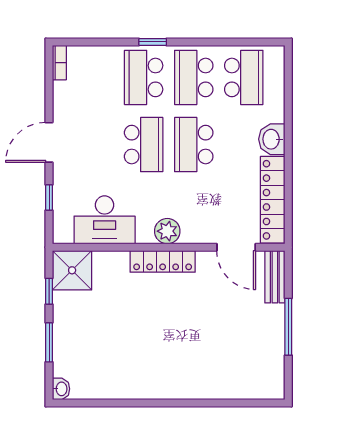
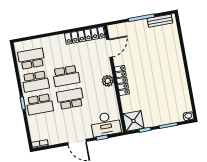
washbasin: (272, 139) -> (57, 41), removed
desk: (105, 220) -> (106, 124), moved, turned 90
bench: (275, 277) -> (160, 21), moved

